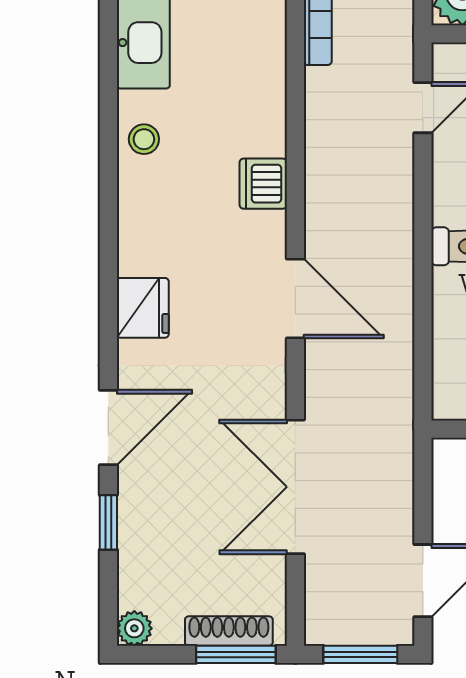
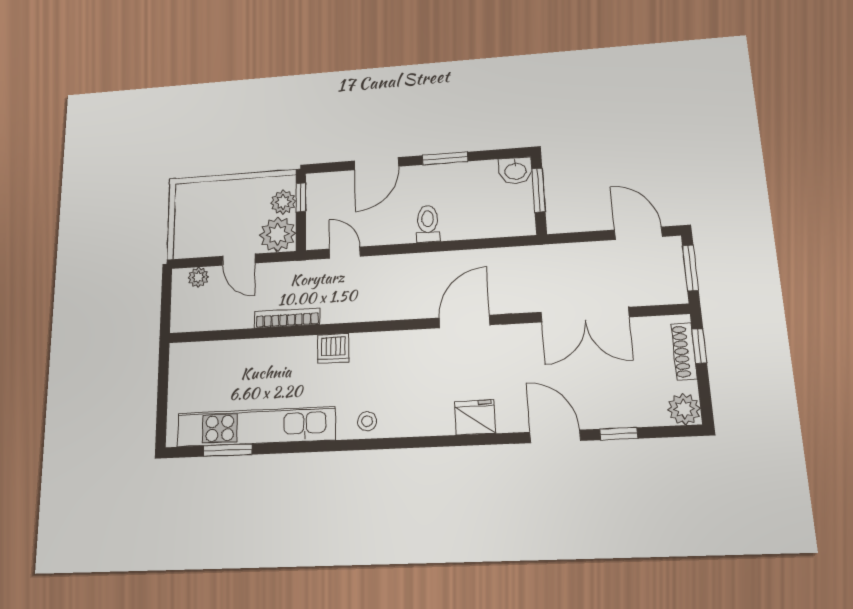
dishwasher: (263, 184) -> (333, 348), moved
plant: (134, 628) -> (684, 409), width x1.38, depth x1.38
window: (236, 654) -> (699, 346), width x0.67

